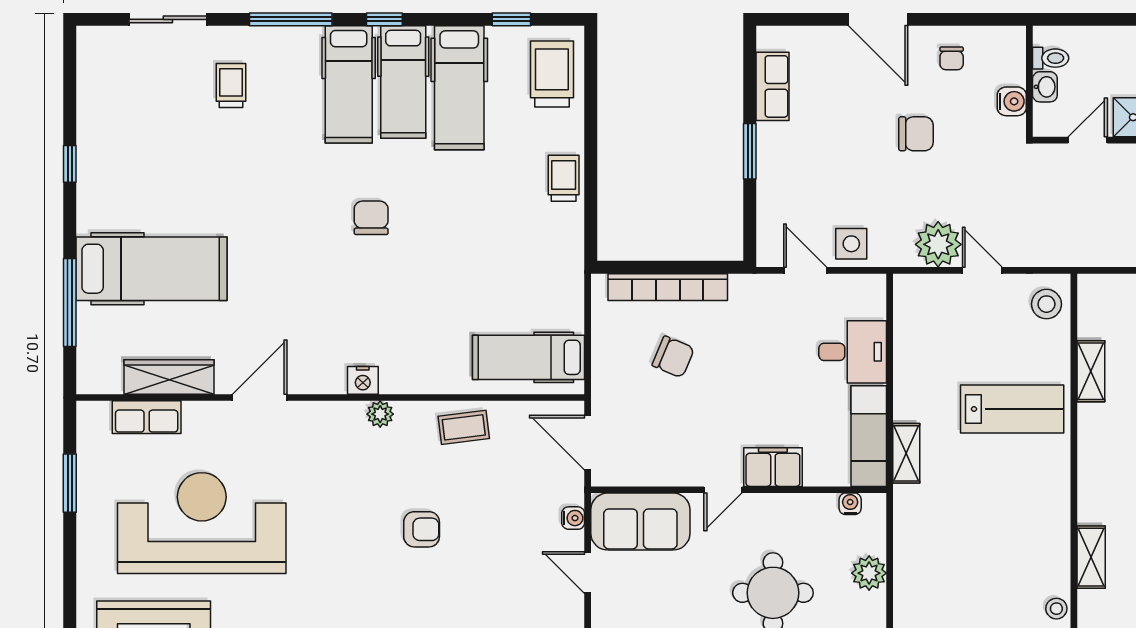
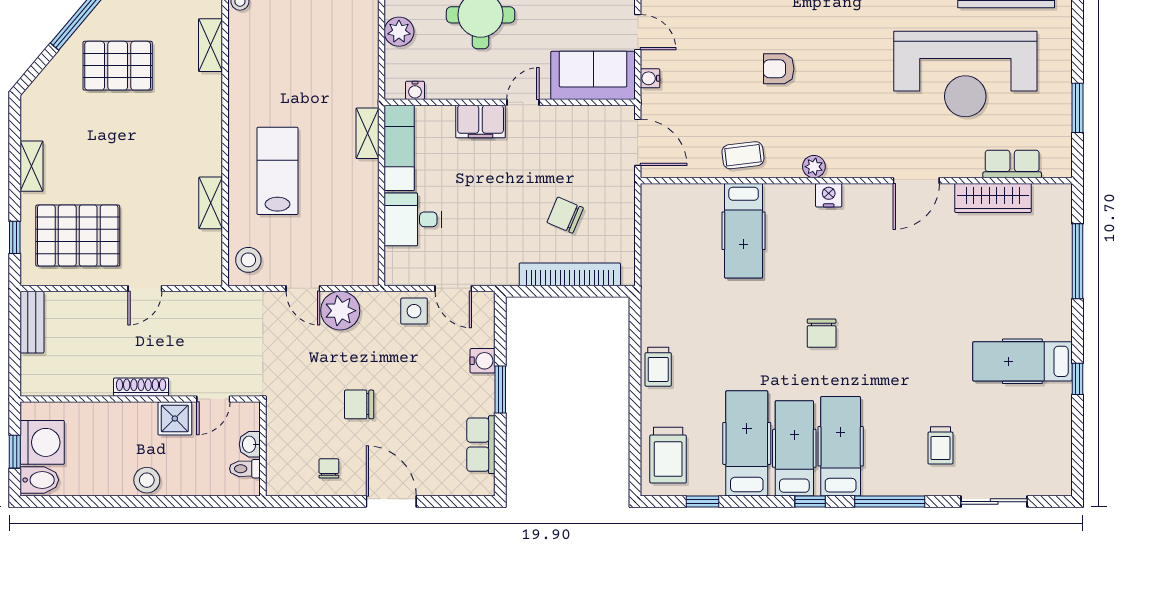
water cooler: (1012, 101) -> (483, 361), moved, turned 180
hospital bed: (151, 269) -> (1022, 361), moved, width x0.73, depth x0.78
hospital bed: (529, 357) -> (744, 231), moved, turned 90
lab bench: (1012, 409) -> (278, 171), turned 90

